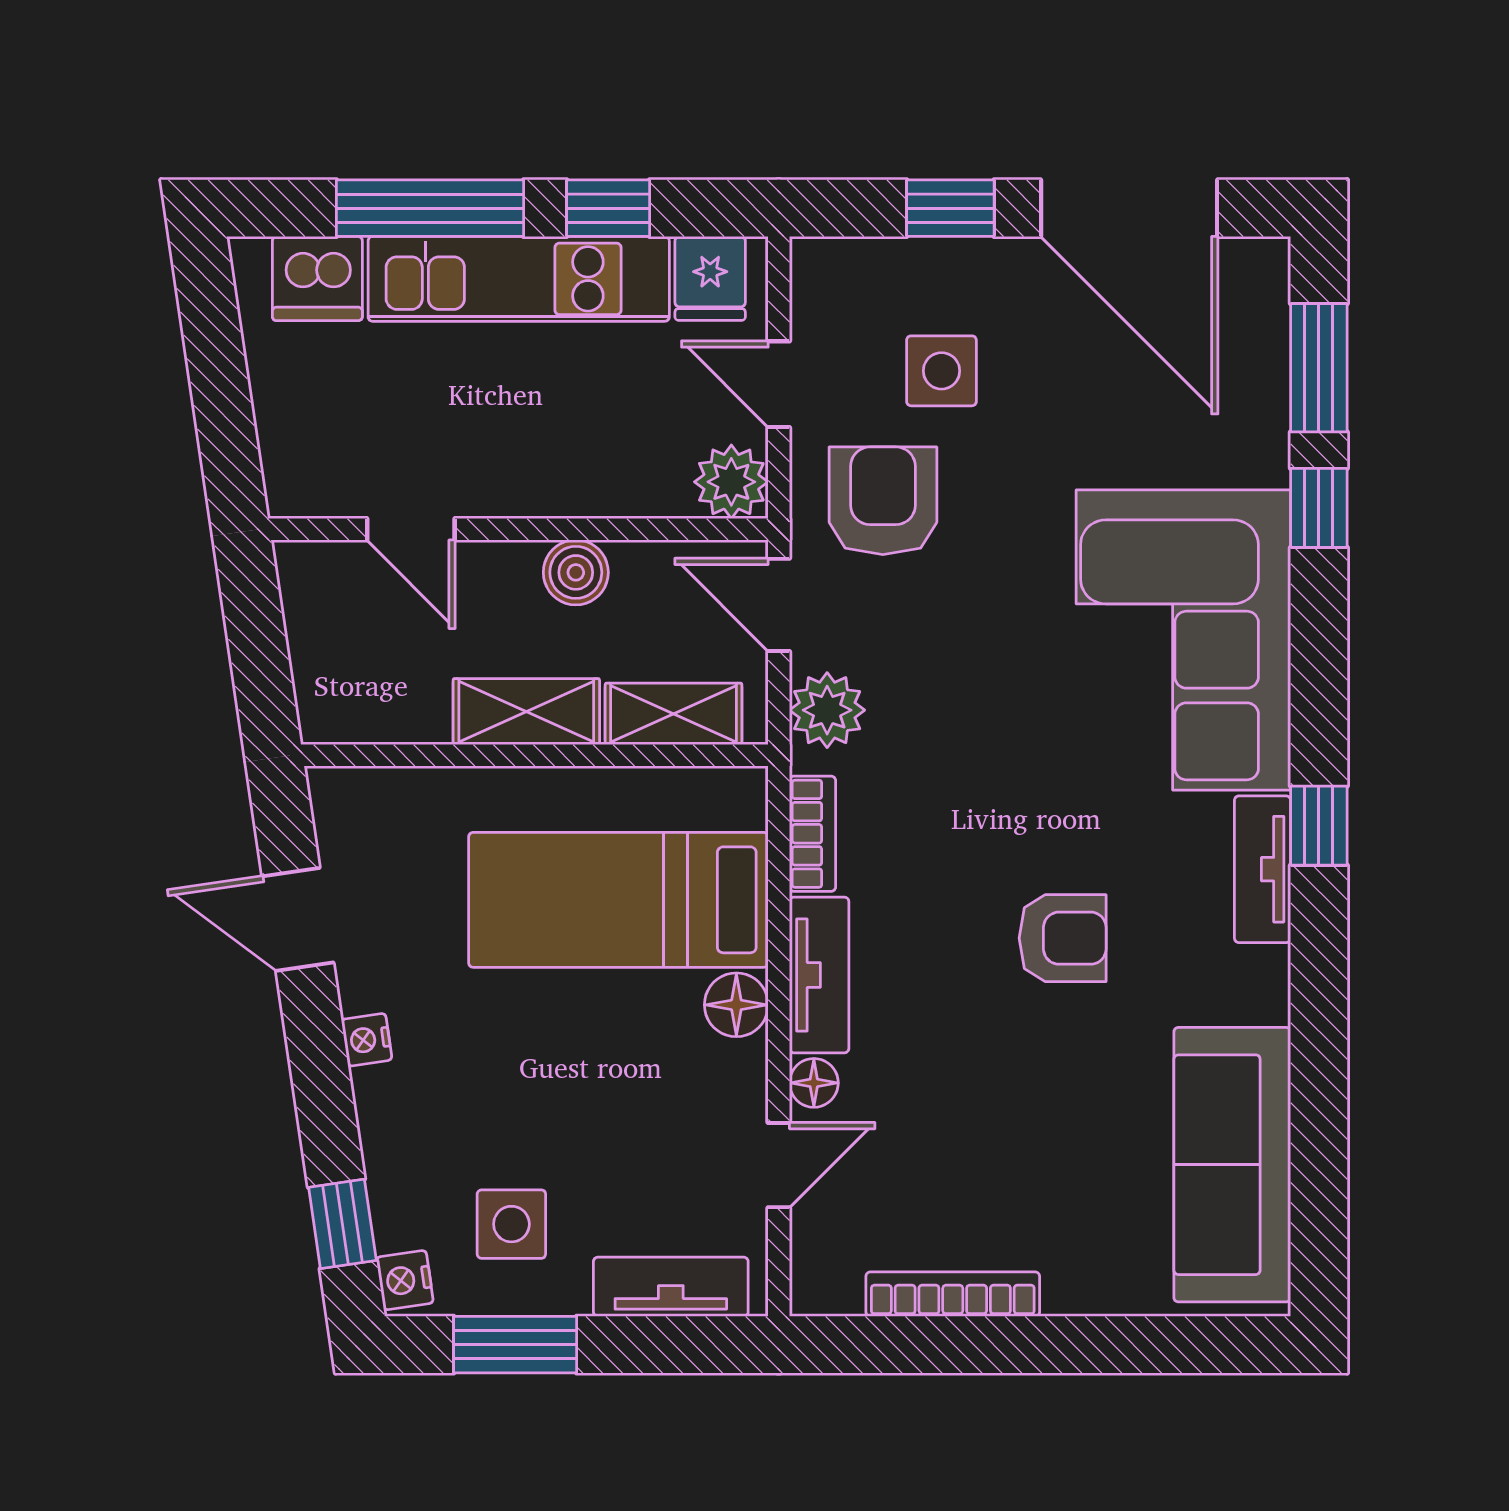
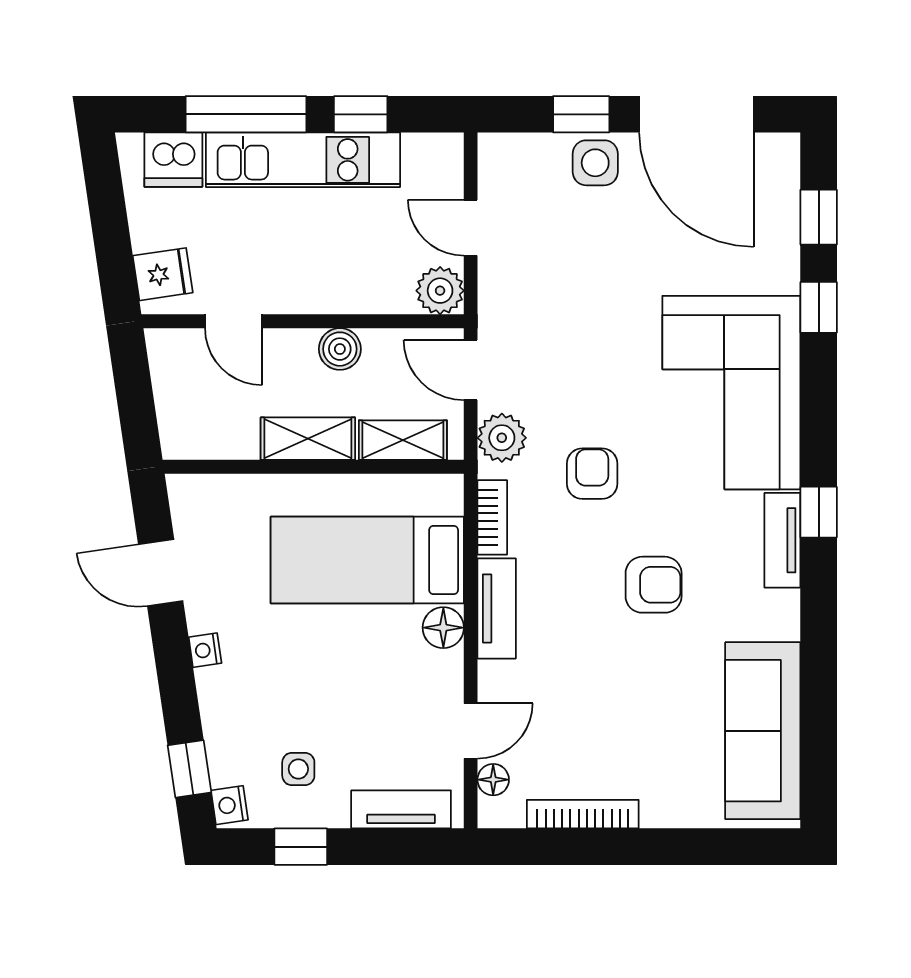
fridge: (710, 278) -> (163, 274), moved, turned -98
window: (1319, 368) -> (819, 217), width x0.67
side table: (941, 371) -> (595, 163), moved
armchair: (883, 501) -> (592, 474), moved, width x0.72, depth x0.72
floor lamp: (814, 1083) -> (493, 780), moved
side table: (511, 1224) -> (298, 769), width x0.73, depth x0.73
window: (515, 1345) -> (301, 847), width x0.67

